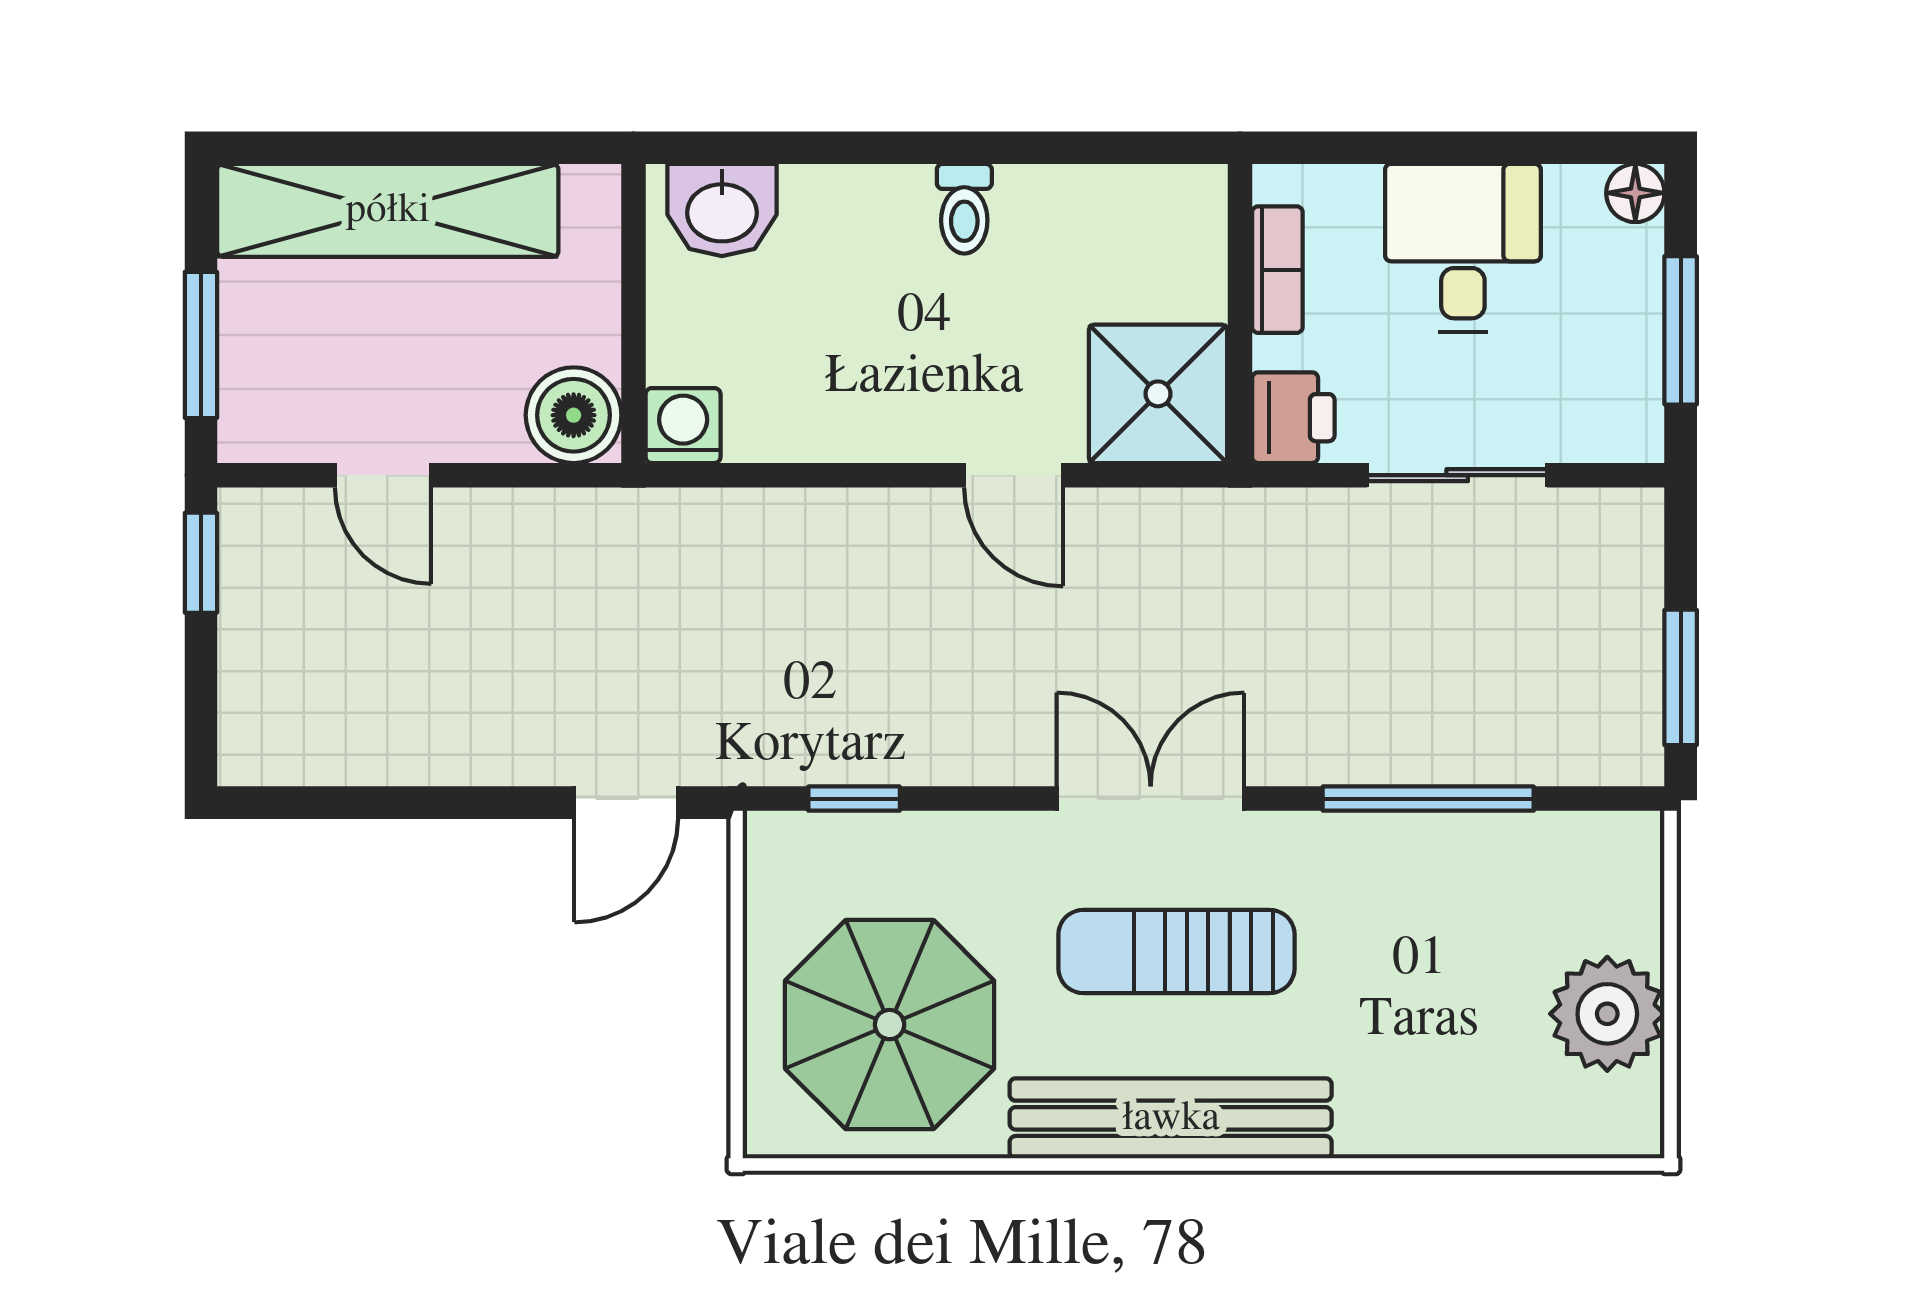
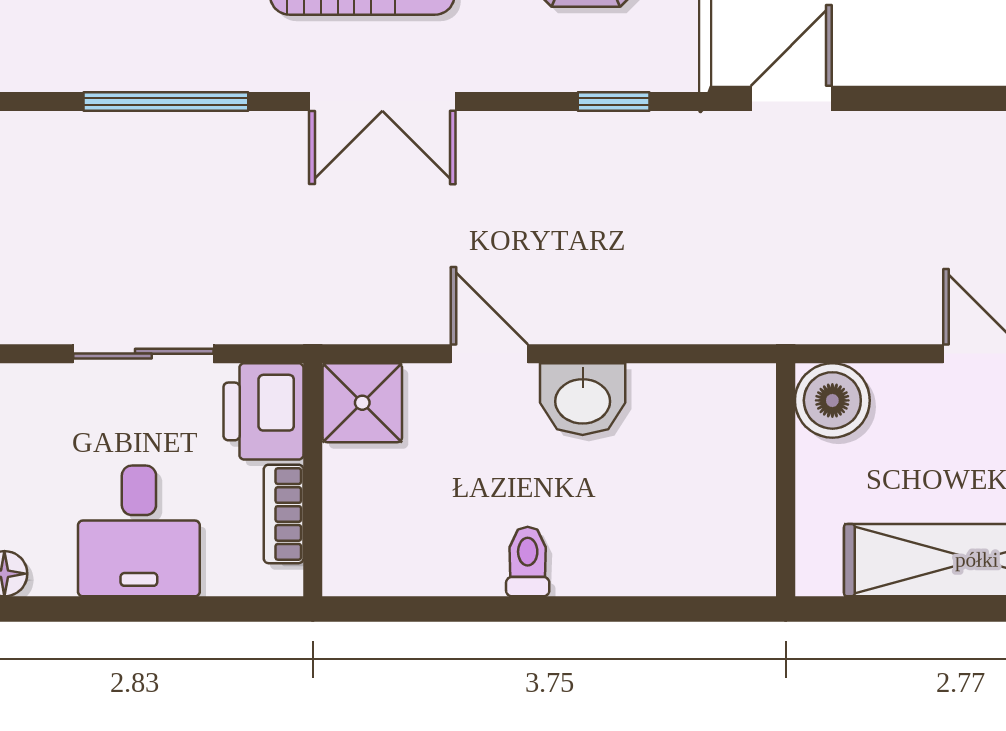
washbasin: (722, 210) -> (583, 399), moved, turned 180
shower: (1158, 394) -> (362, 403), width x0.73, depth x0.73
printer: (1293, 418) -> (263, 411), width x1.36, depth x1.24
washing machine: (683, 426) -> (747, 392), removed

